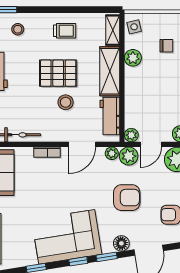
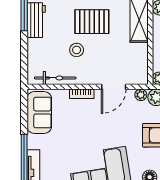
stool: (66, 102) -> (77, 50), moved
workbench: (110, 116) -> (139, 61), removed

